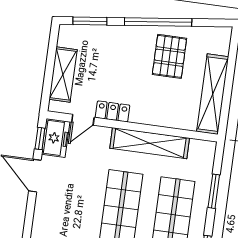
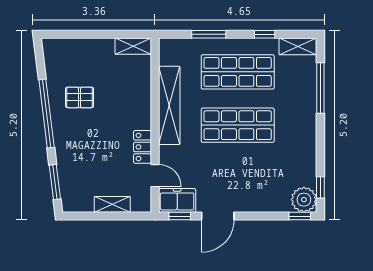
pallet: (169, 56) -> (80, 97), width x0.67, depth x0.71
shelving: (63, 74) -> (112, 204), width x0.67, depth x0.75
shelving: (213, 94) -> (133, 46), width x0.45, depth x0.75

